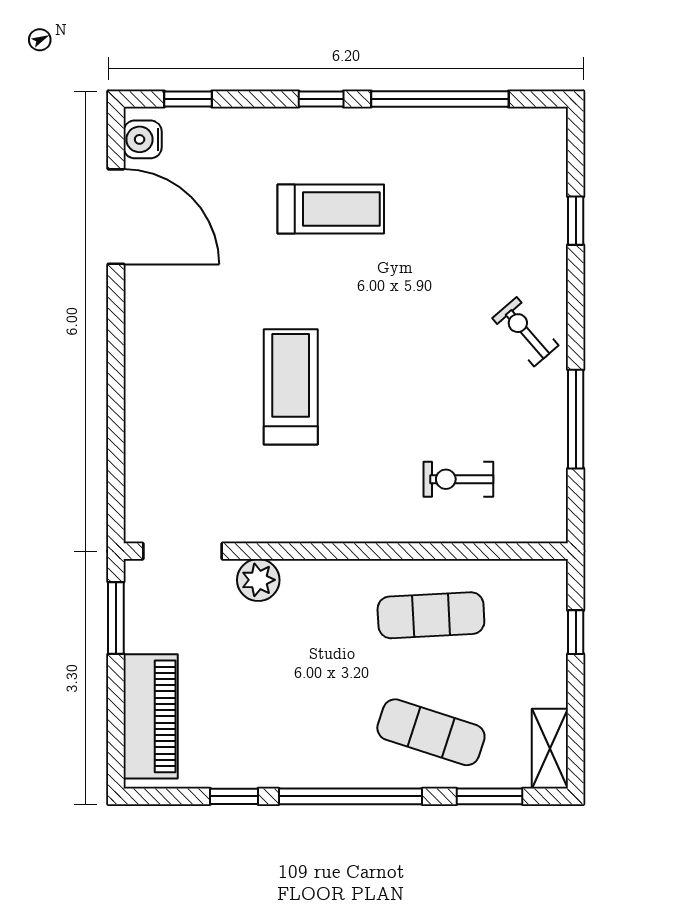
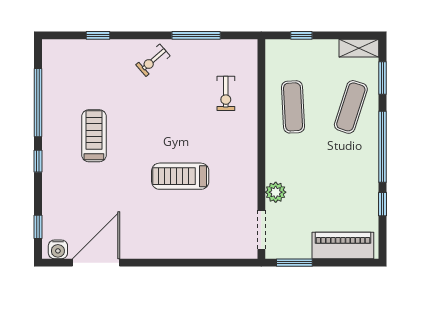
treadmill: (331, 209) -> (94, 136), moved

